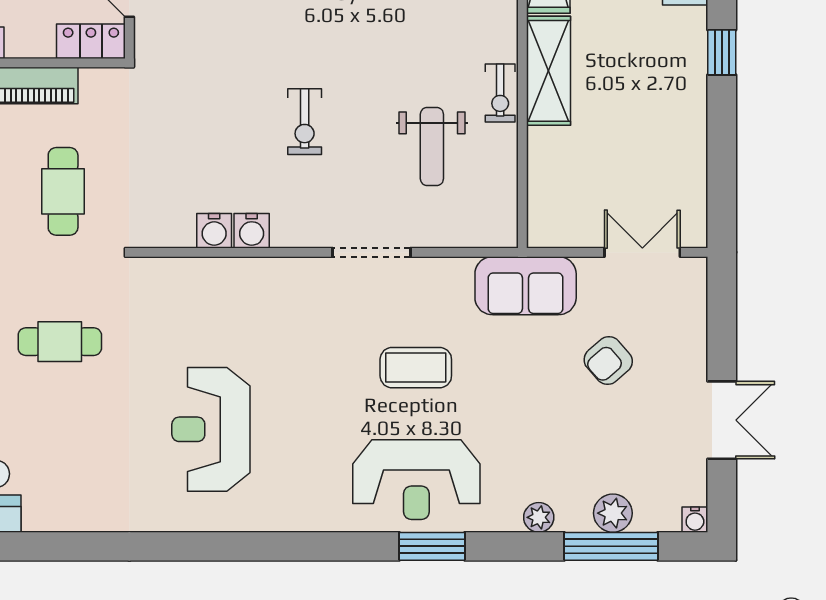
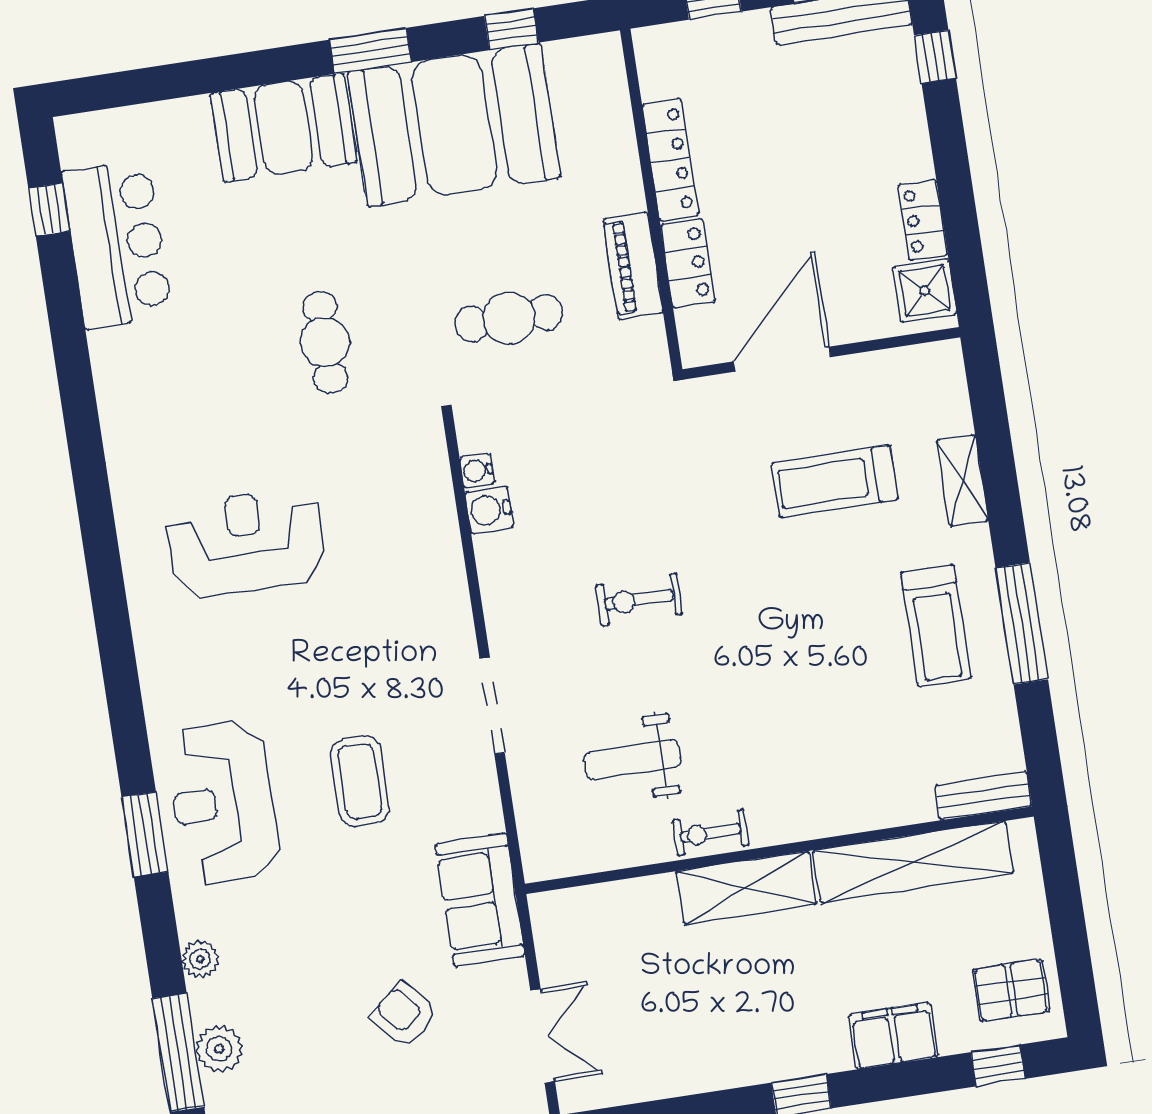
locker: (91, 41) -> (688, 263), moved
water cooler: (252, 231) -> (477, 471), moved, width x0.72, depth x0.72

